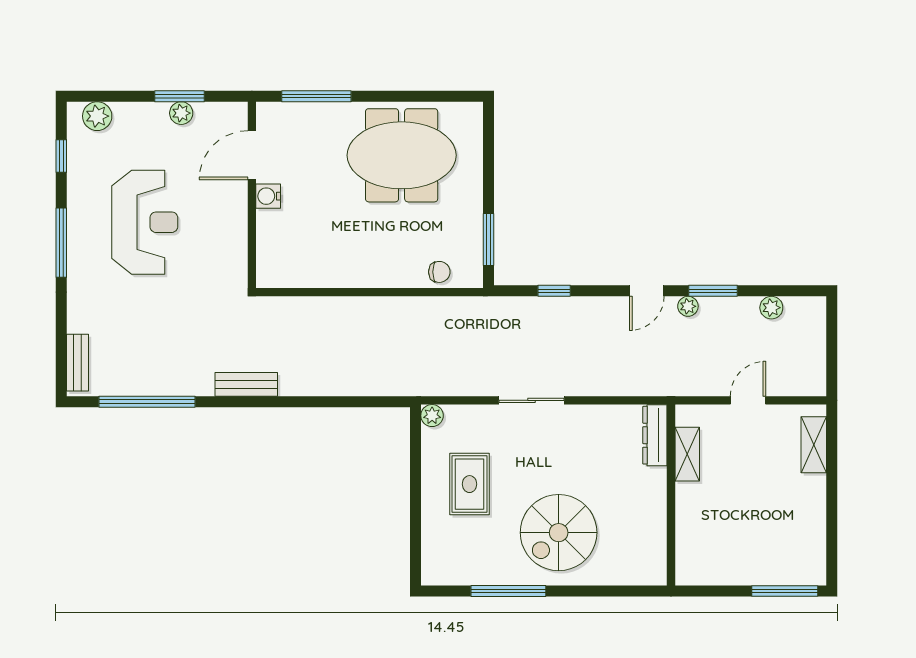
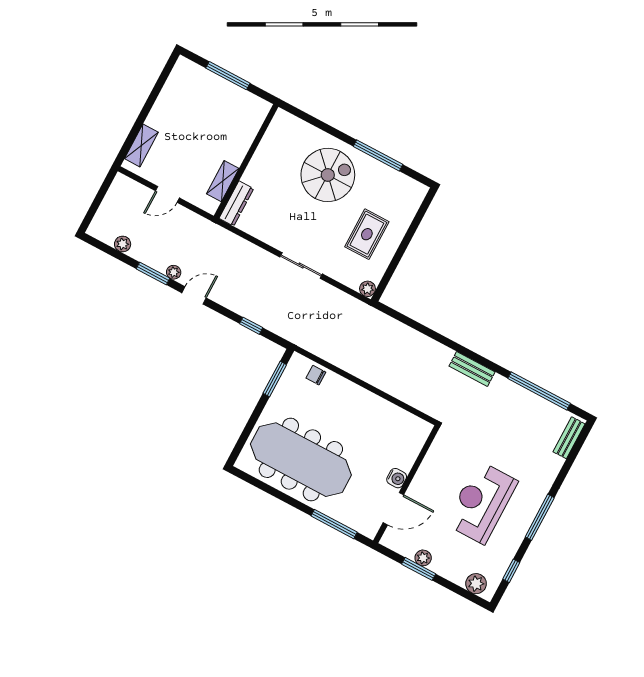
meeting table: (402, 155) -> (301, 460), width x1.36
window: (785, 591) -> (228, 76), moved

